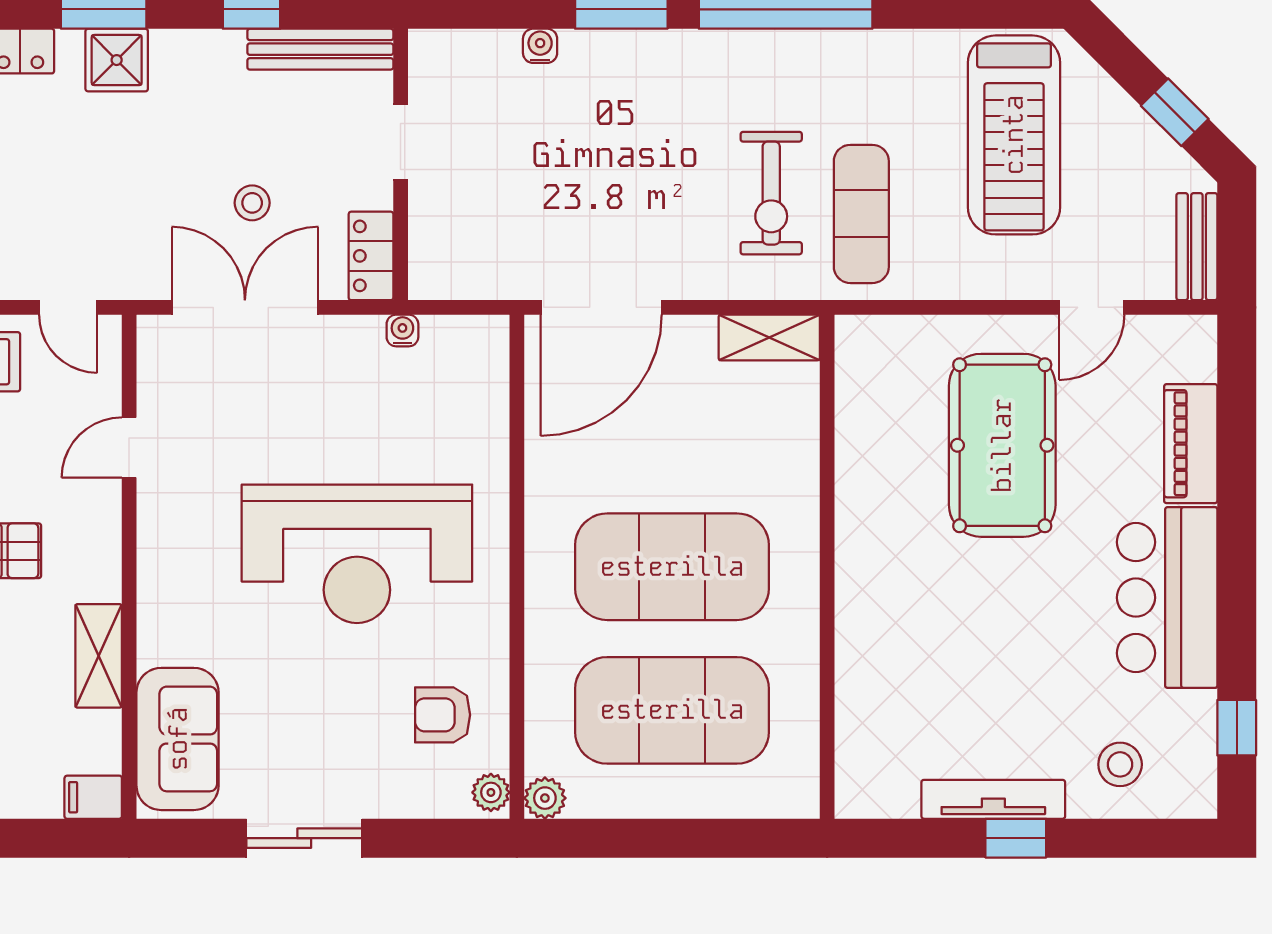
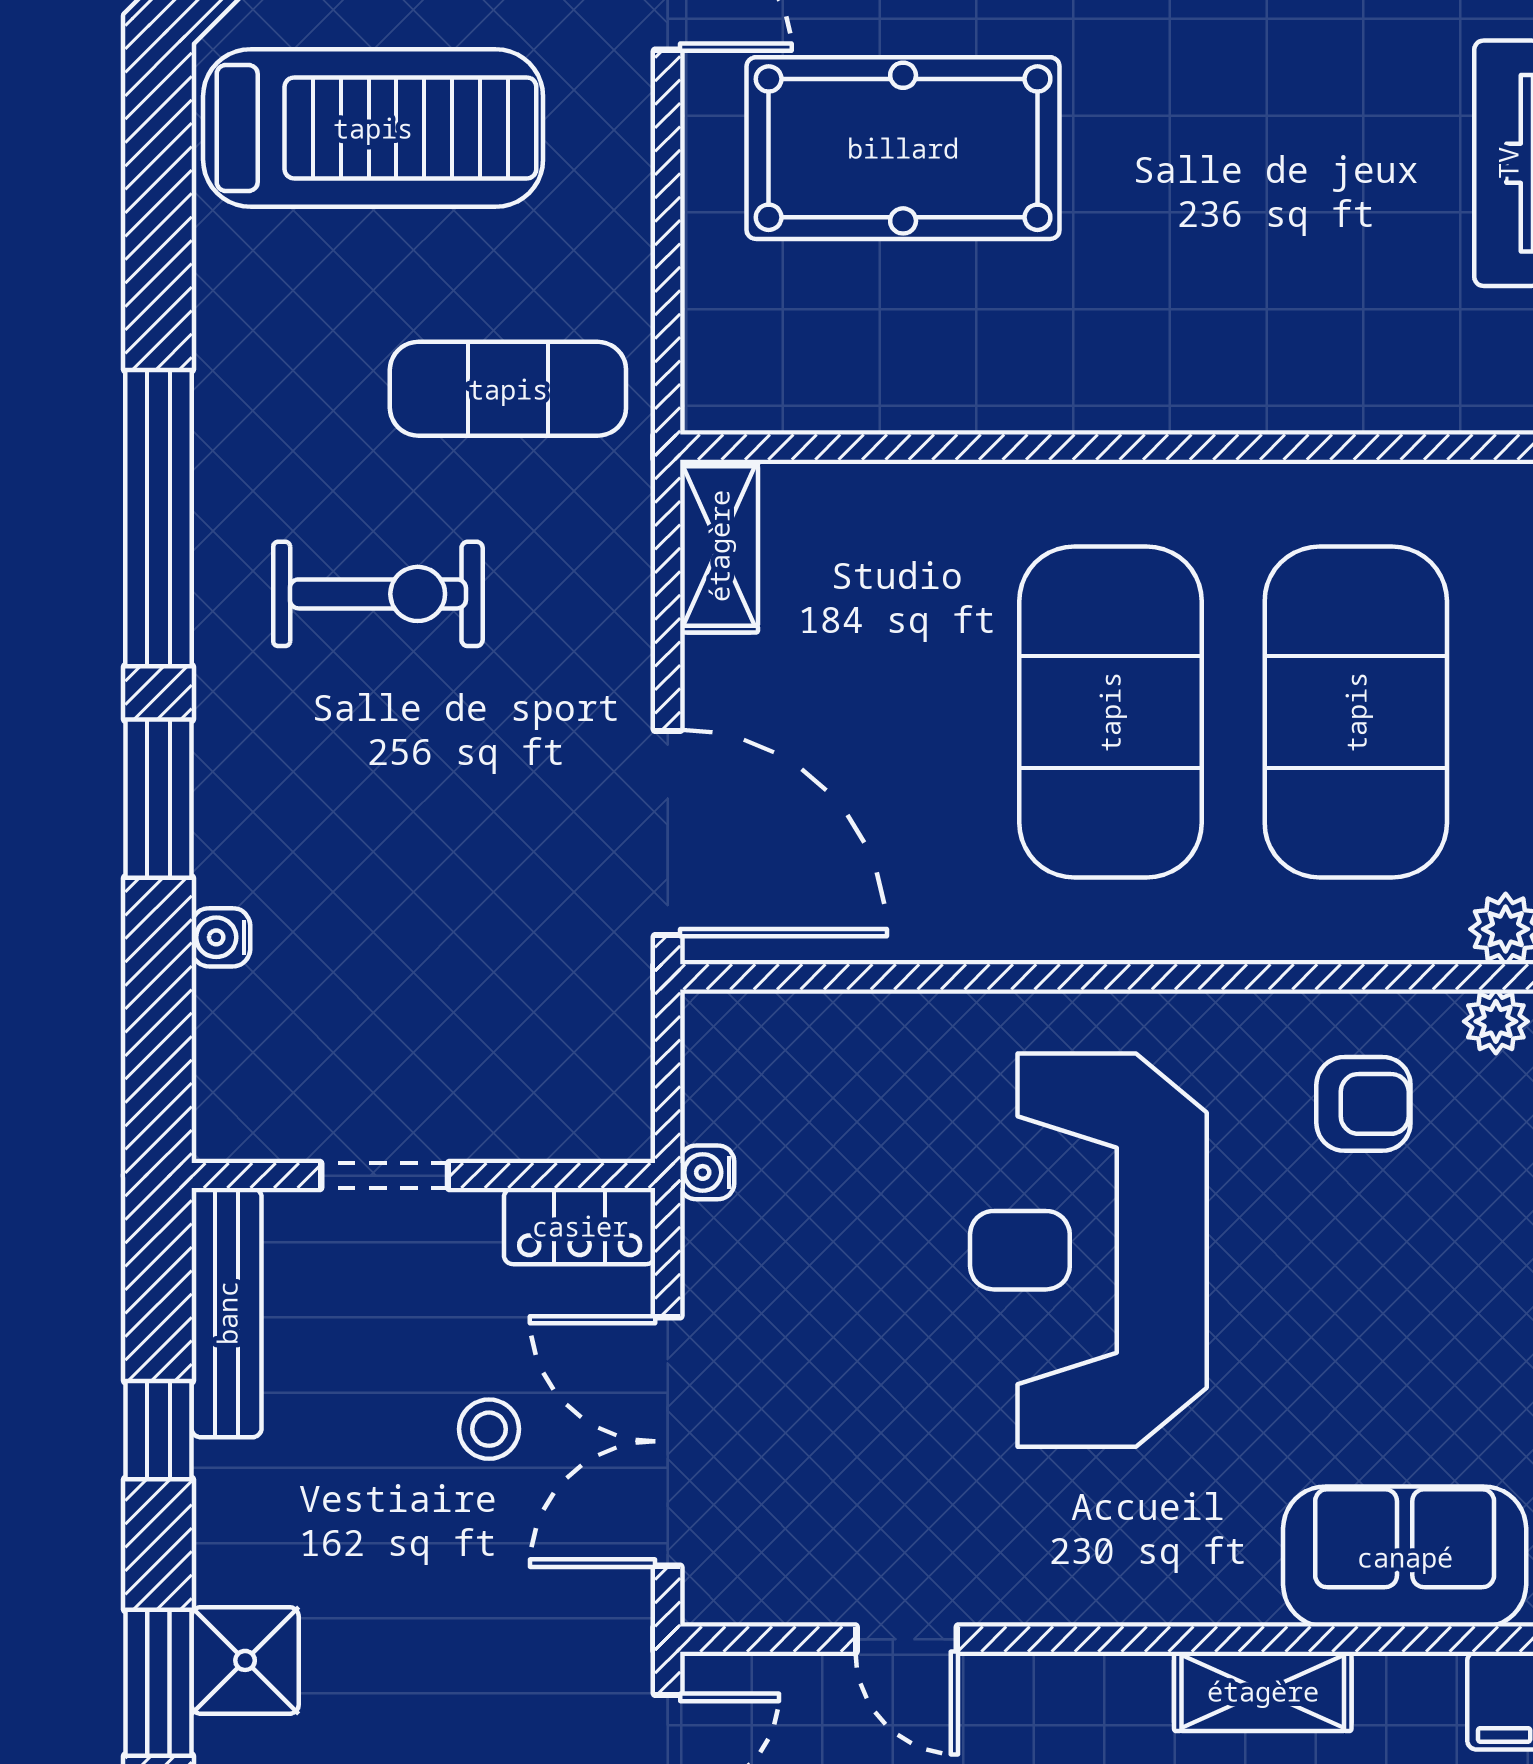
exercise bike: (771, 193) -> (378, 594), moved
reception desk: (357, 554) -> (1088, 1250), turned 180
armchair: (443, 715) -> (1363, 1104), turned -90

